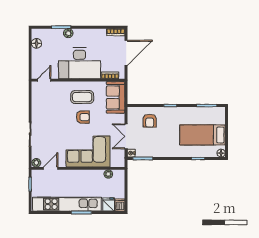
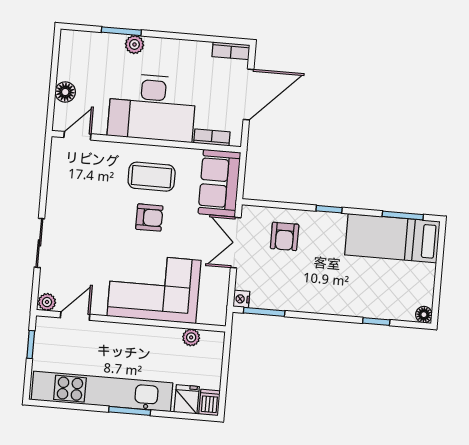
floor lamp: (36, 43) -> (65, 92), moved
bed: (202, 135) -> (392, 238), moved
double door: (126, 136) -> (236, 243), moved

